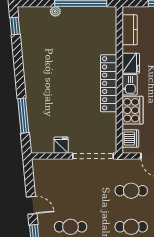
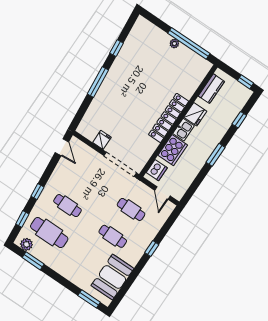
plant: (55, 11) -> (174, 43), moved
window: (15, 26) -> (117, 48), moved
window: (23, 116) -> (98, 82), moved
door: (32, 205) -> (62, 147), moved

